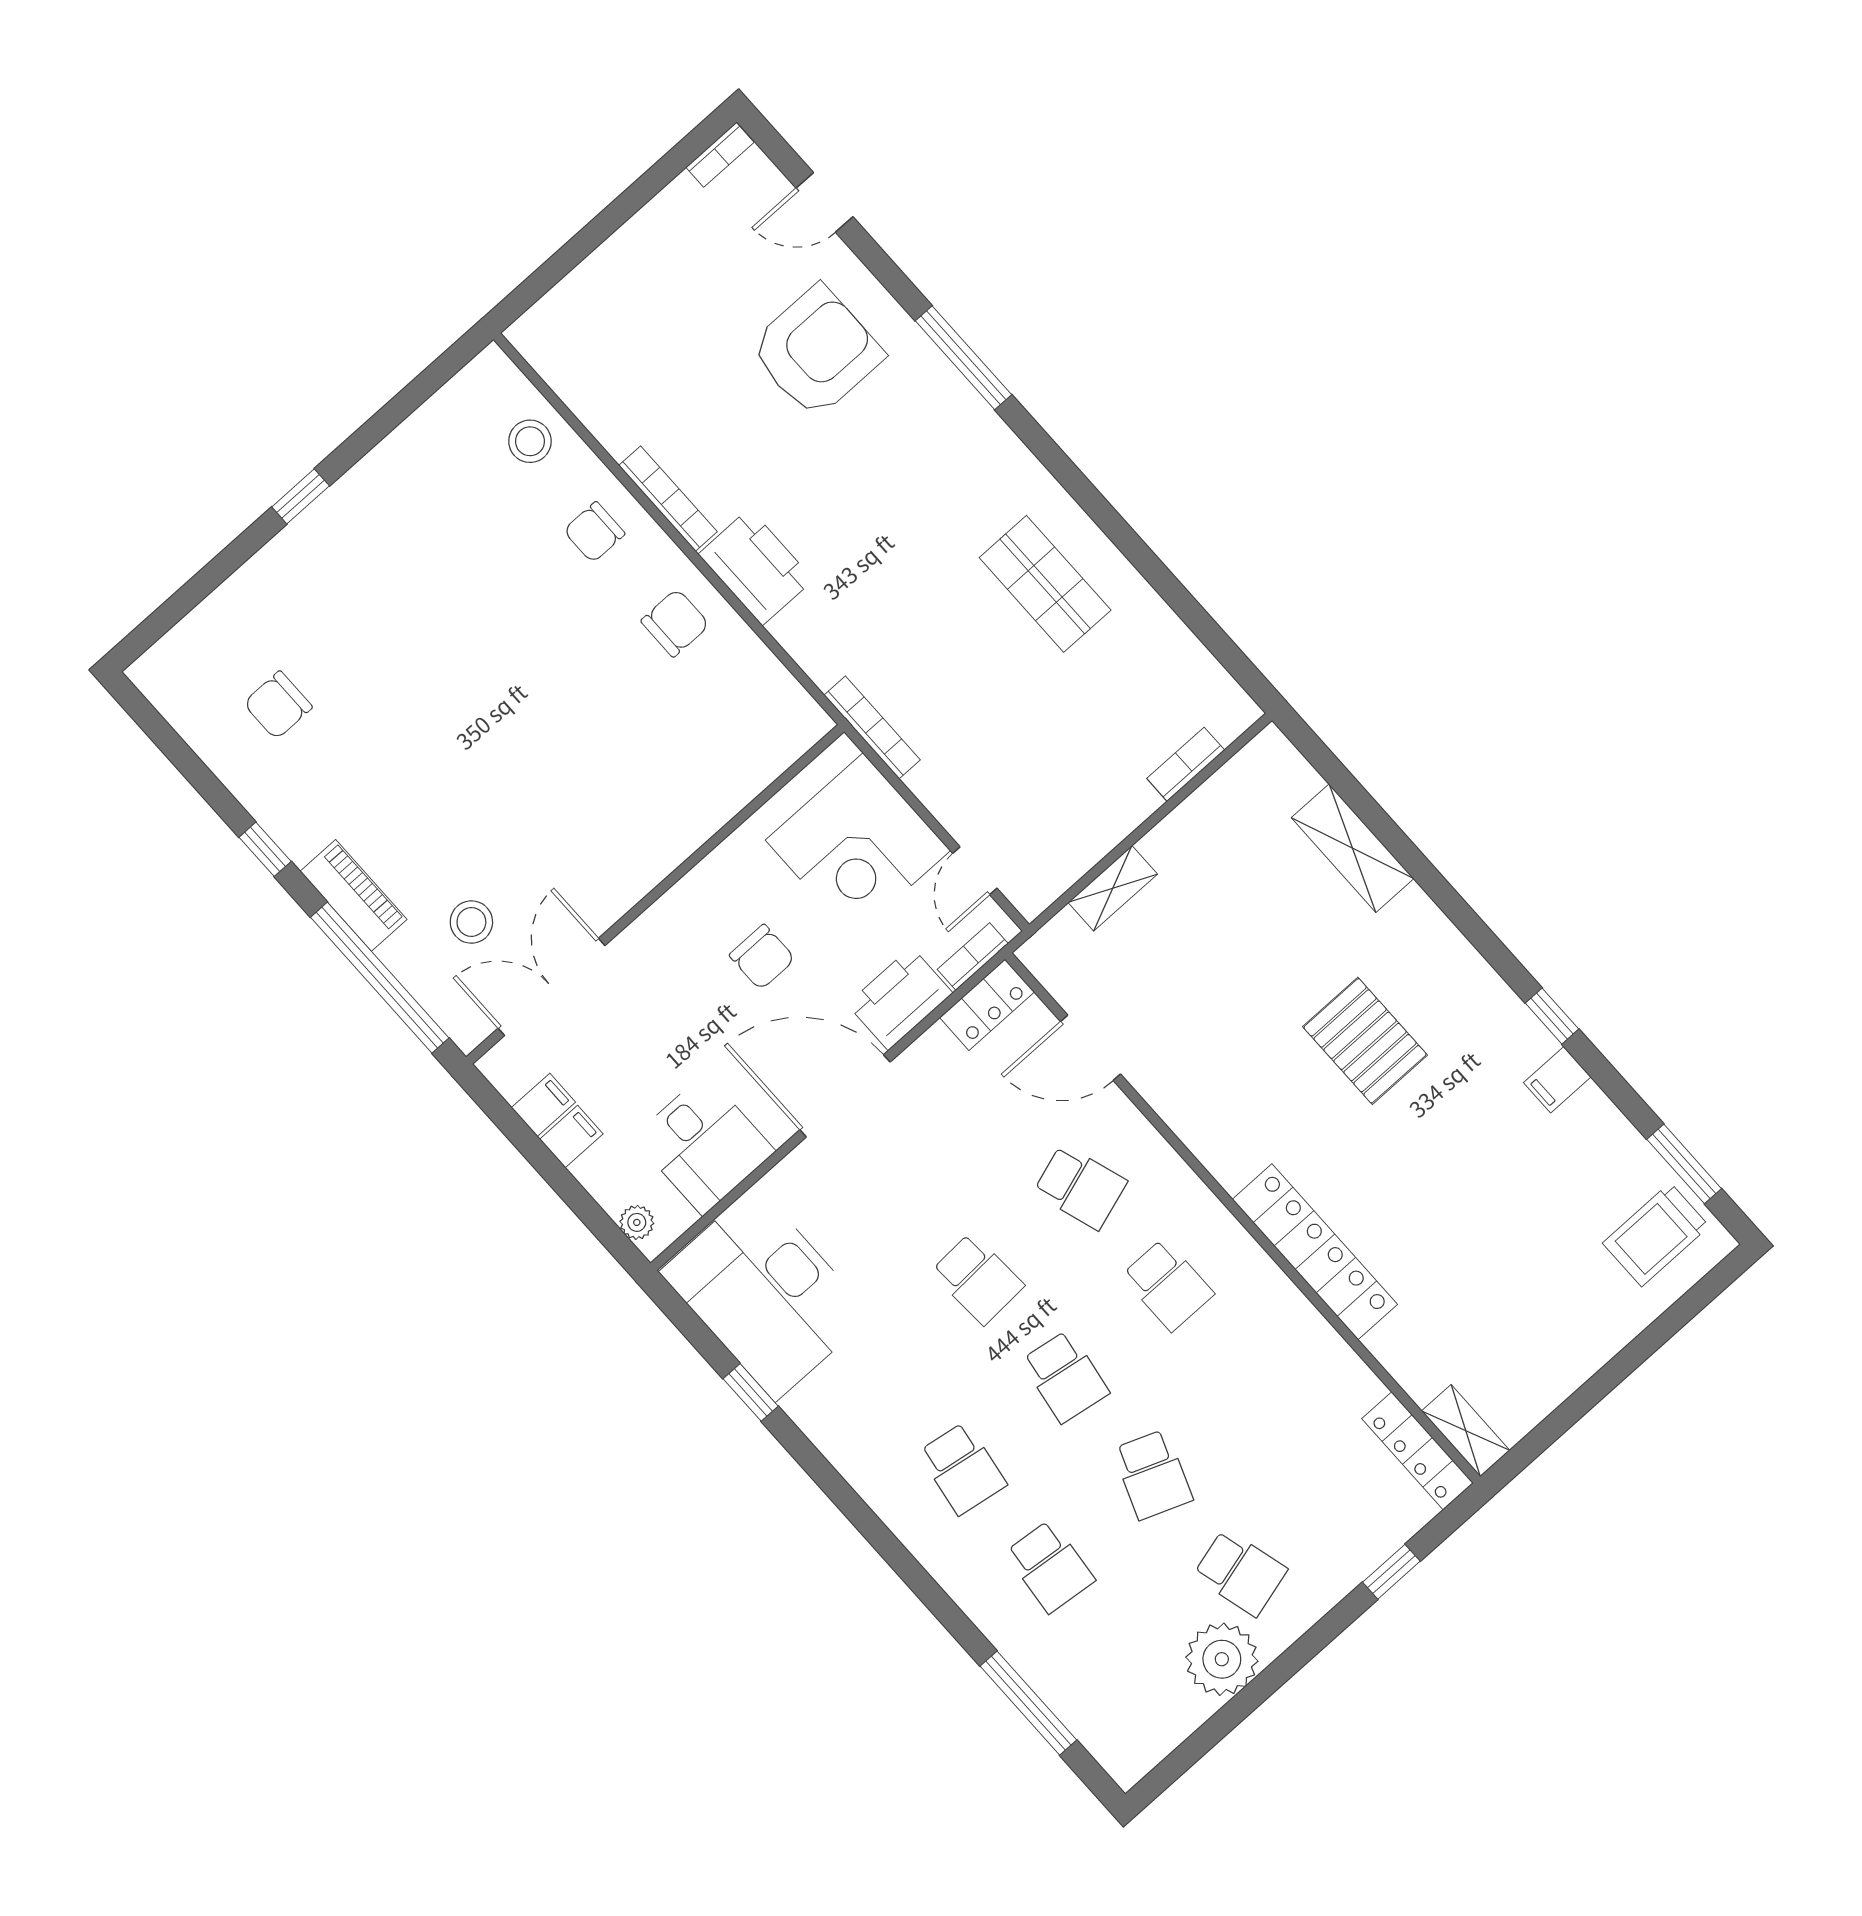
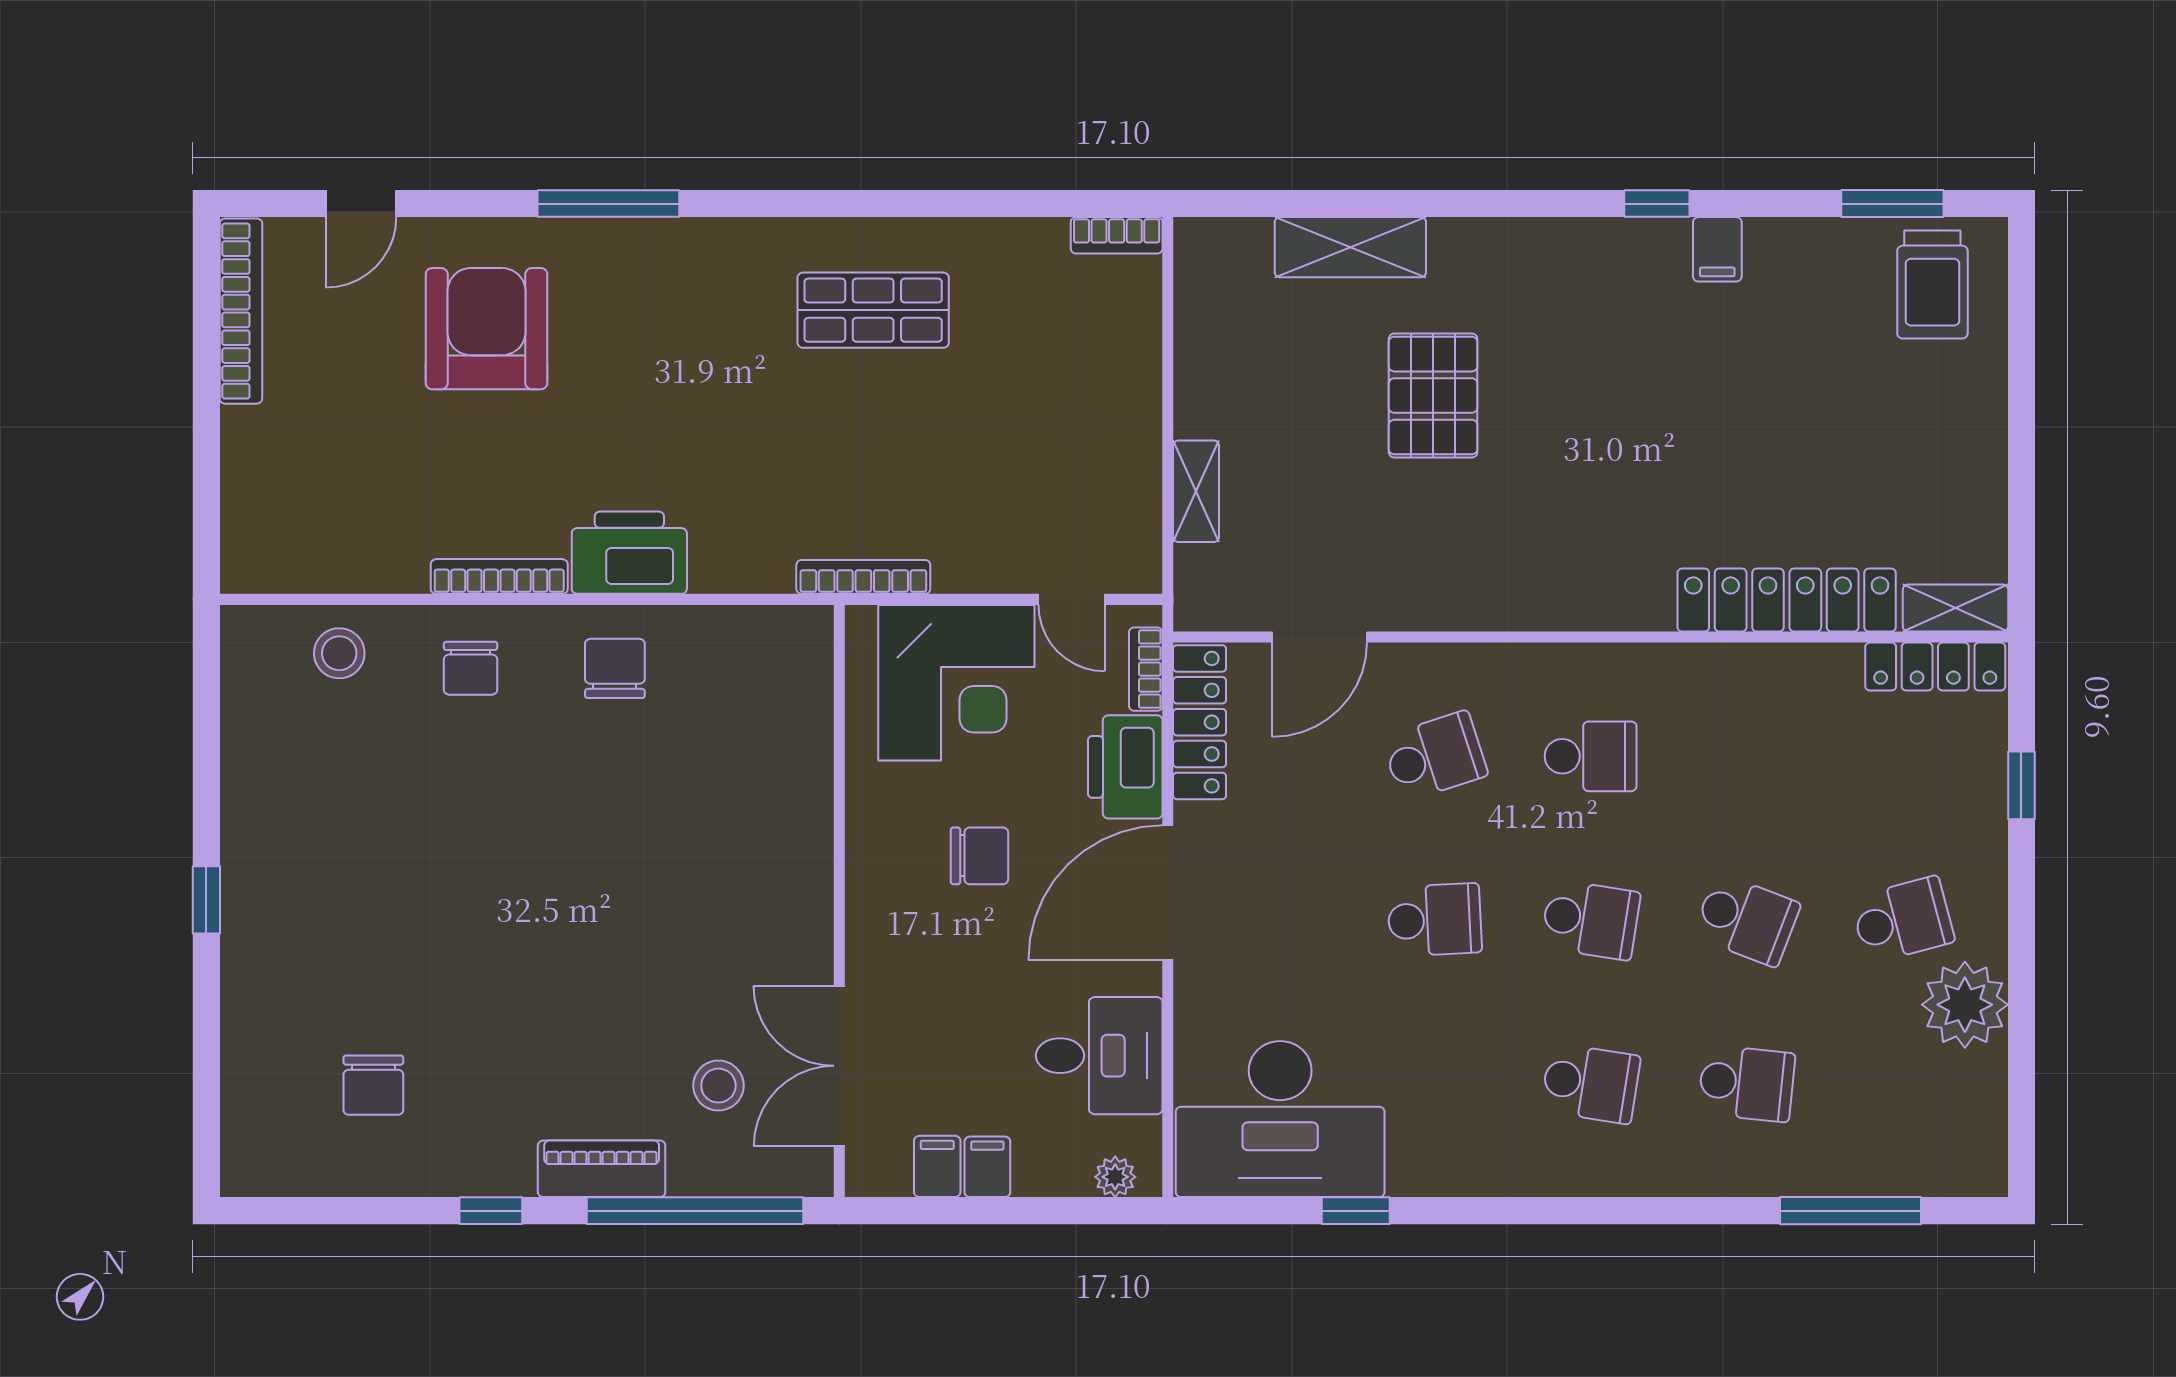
bookcase: (720, 155) -> (241, 311), width x2.31, depth x1.31
bookcase: (1186, 764) -> (1117, 235), moved, turned -90
locker: (987, 1005) -> (1200, 722), width x1.53
pallet: (1365, 1041) -> (1433, 396), moved, turned 90
locker: (1315, 1252) -> (1787, 600), moved

